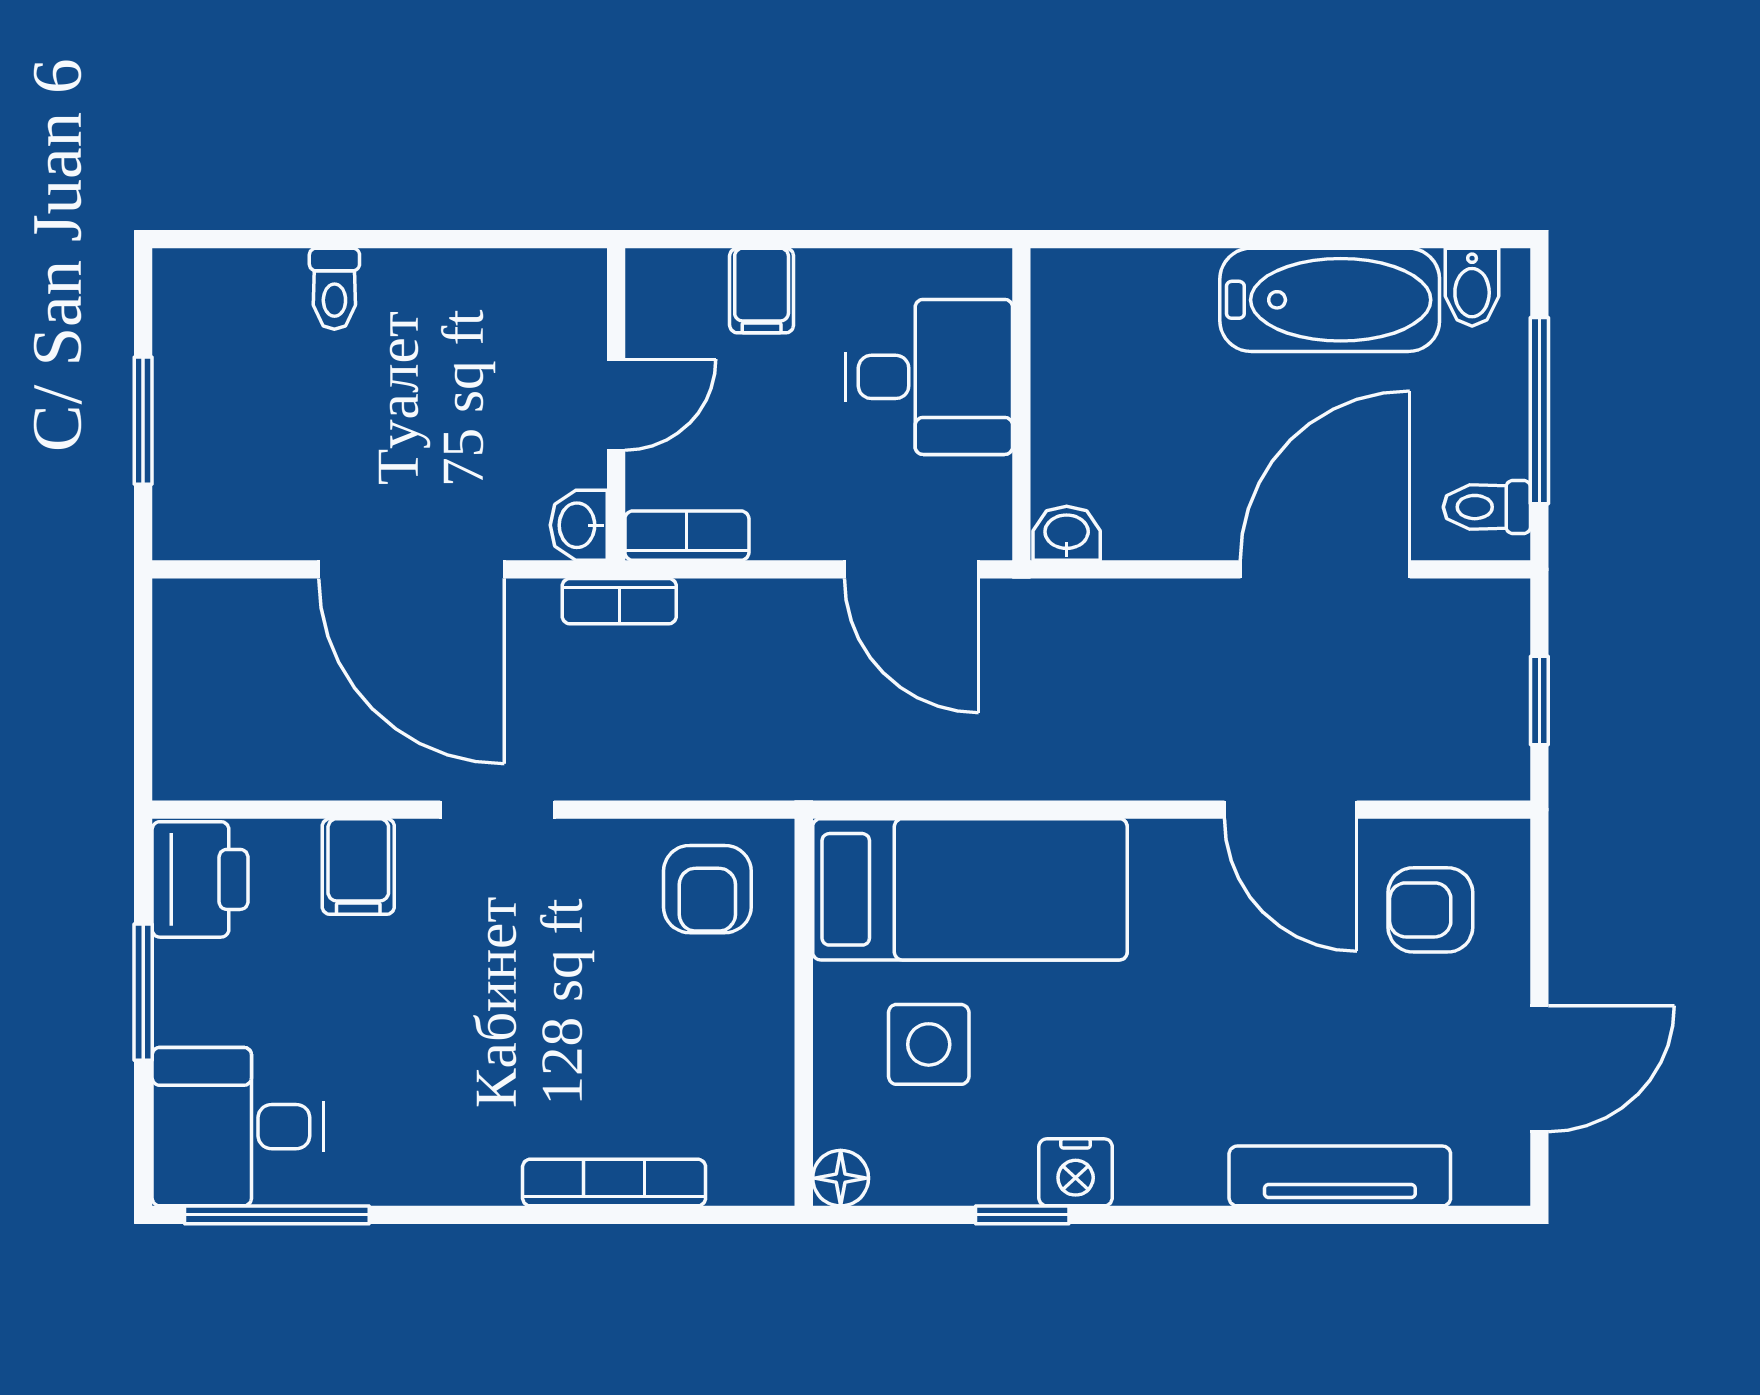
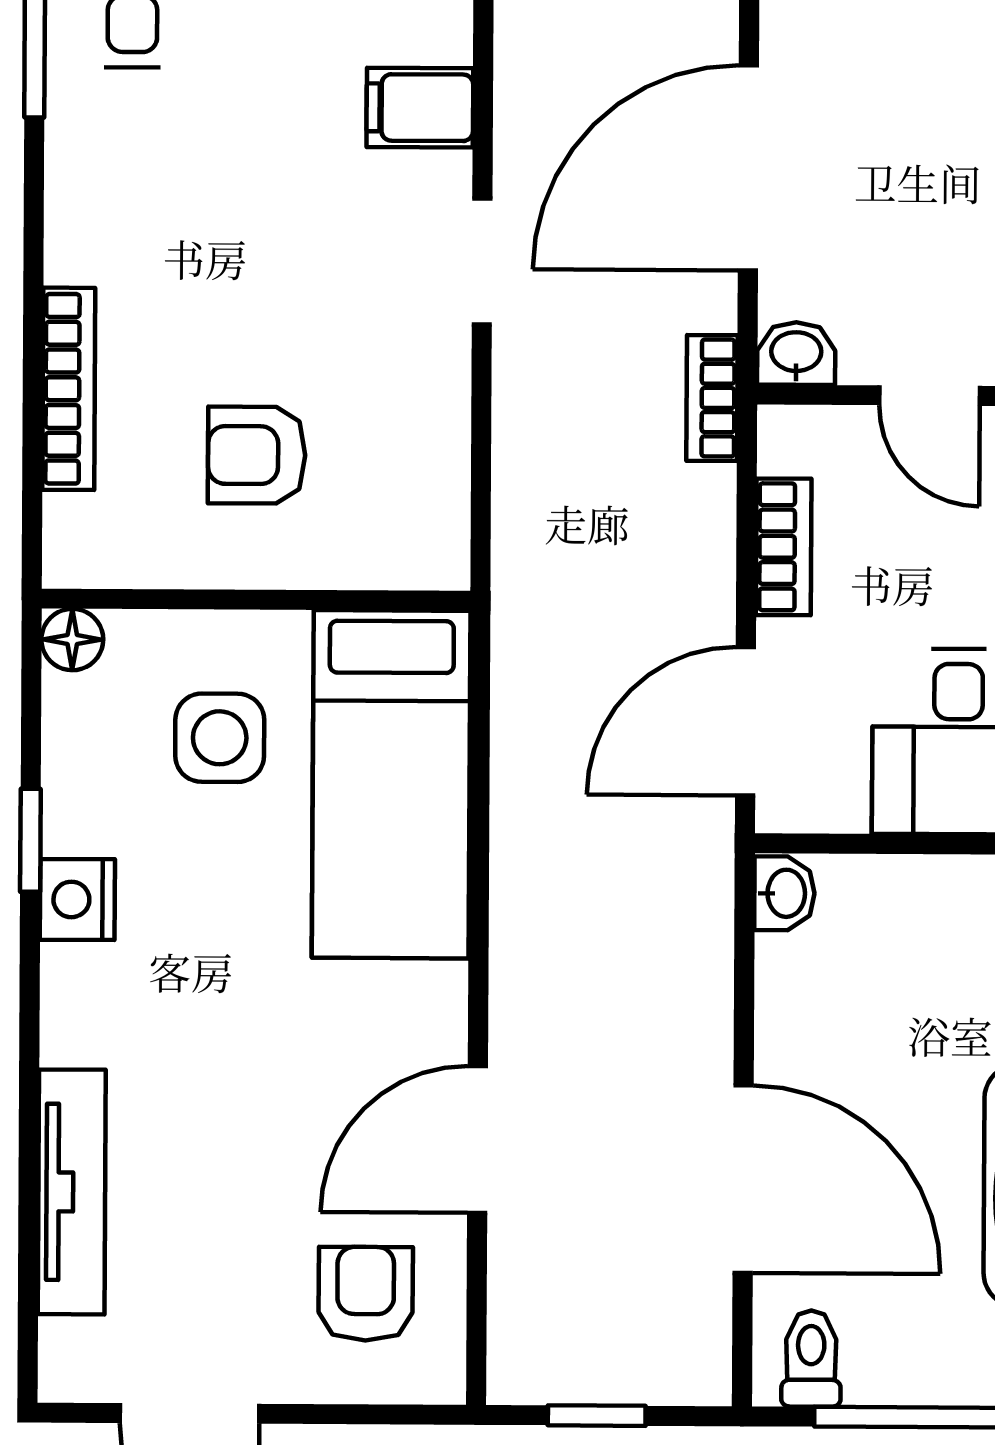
bookcase: (687, 536) -> (784, 547), moved
armchair: (707, 889) -> (257, 455), moved

